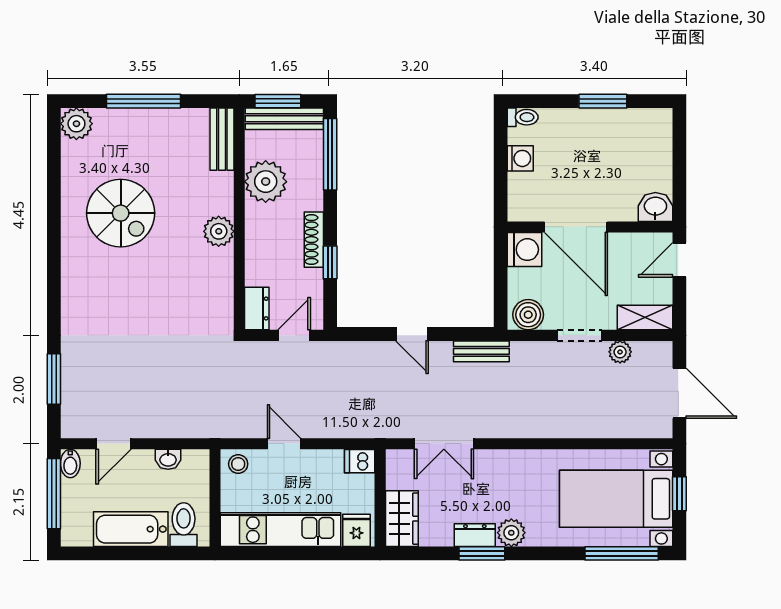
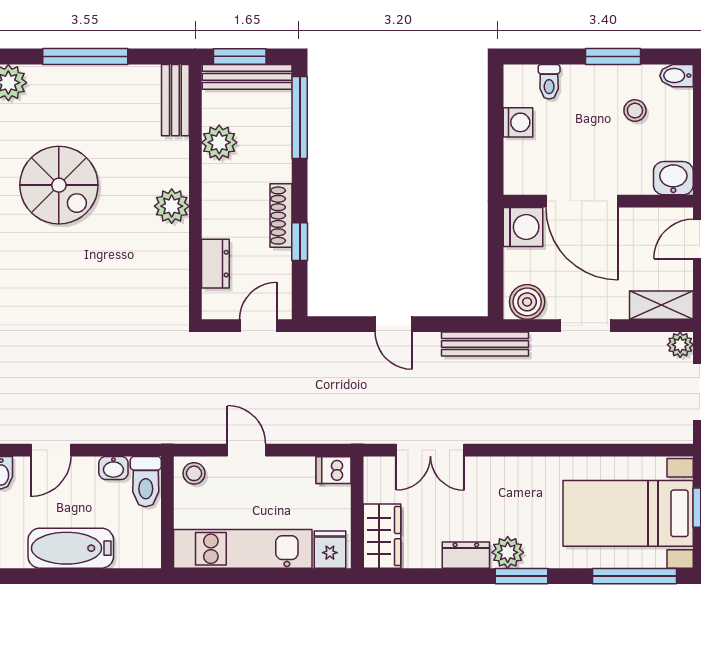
toilet: (523, 117) -> (549, 82), moved, turned 90
bidet: (658, 118) -> (677, 76), added
stool: (622, 148) -> (635, 111), added
plant: (266, 182) -> (219, 142), width x0.73, depth x0.73
dresser: (257, 309) -> (215, 264), moved
bench: (481, 351) -> (485, 344), width x1.36
plant: (620, 352) -> (680, 345), moved
toilet: (184, 525) -> (146, 482), moved, turned 180
window: (482, 553) -> (521, 576), moved

